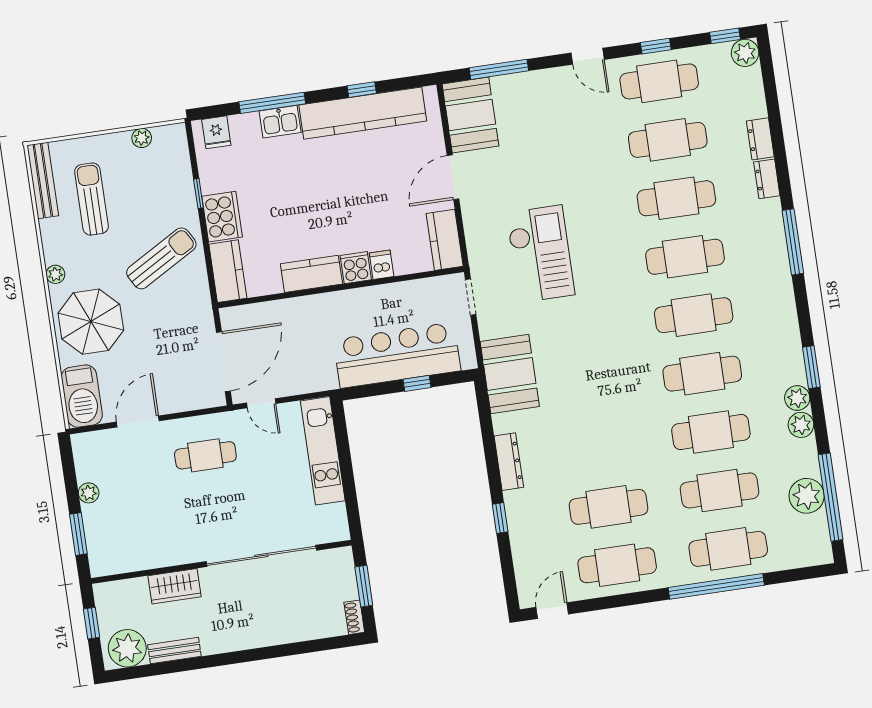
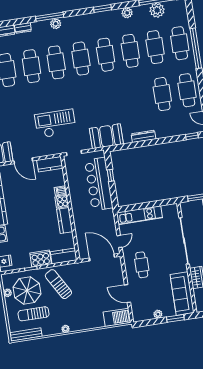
parasol: (91, 322) -> (27, 290), moved
plant: (797, 398) -> (56, 24), moved
window: (500, 518) -> (192, 136), moved
sofa: (137, 550) -> (182, 294), added

